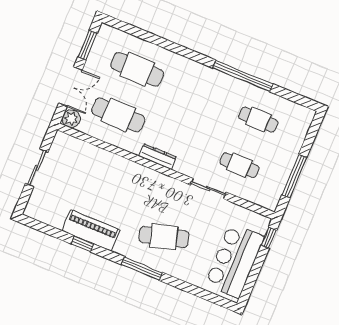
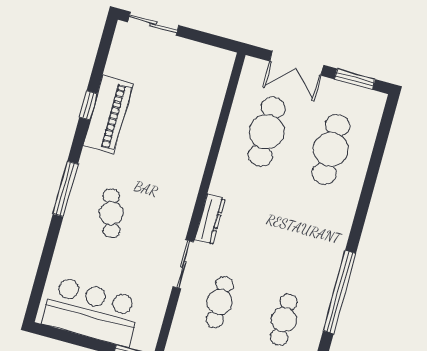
plant: (71, 119) -> (254, 70), removed
dresser: (157, 156) -> (210, 219), moved
sliding door: (37, 168) -> (153, 24), moved
cafe table: (164, 237) -> (111, 213), width x0.73, depth x0.74

